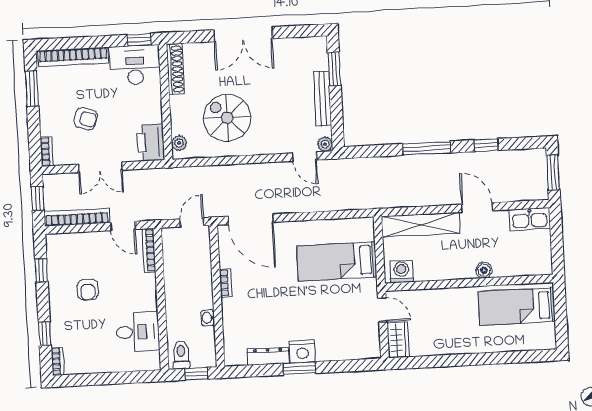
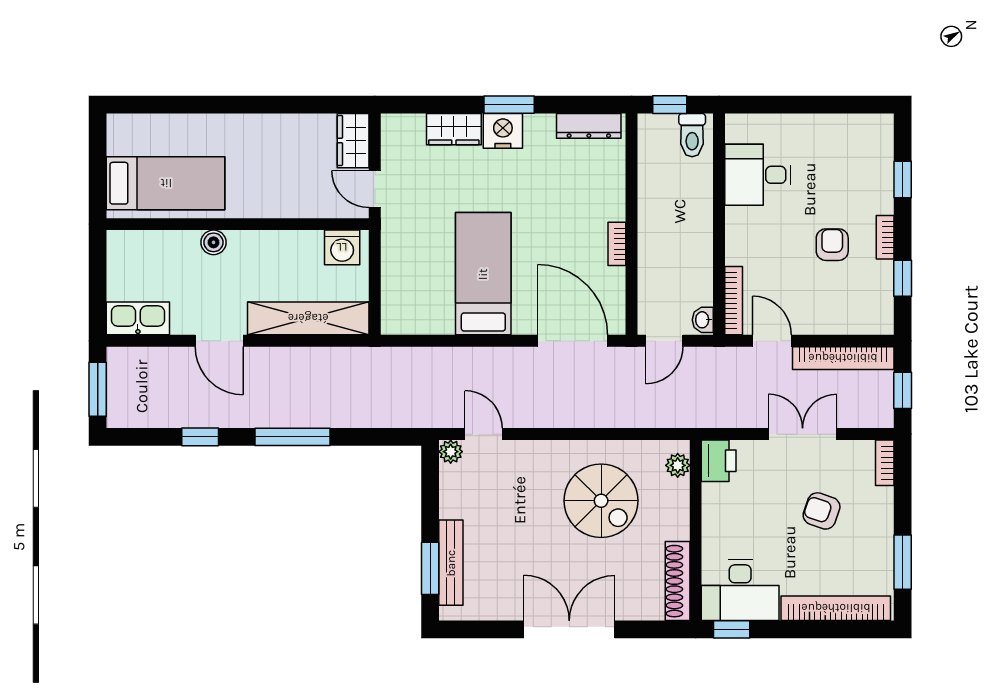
bench: (322, 98) -> (451, 563), moved
printer: (151, 143) -> (719, 461), width x0.73, depth x0.84
bed: (337, 261) -> (483, 274), moved, turned -90
washbasin: (208, 318) -> (703, 320), moved, turned 180
wardrobe: (334, 351) -> (454, 129), added
dresser: (268, 356) -> (589, 126), moved
bookcase: (57, 361) -> (885, 237), moved

